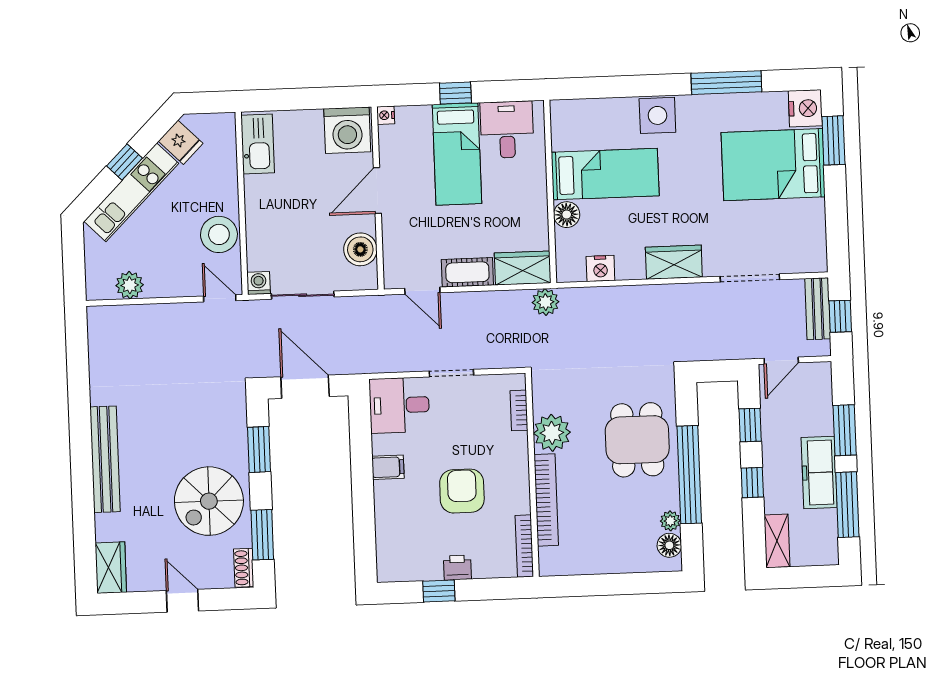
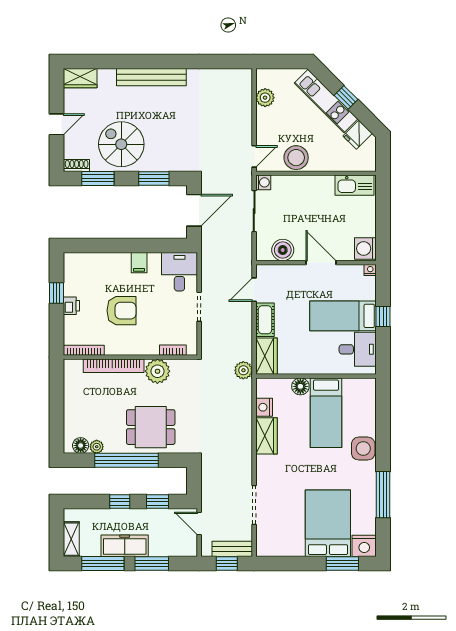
washing machine: (347, 130) -> (365, 248), width x0.73, depth x0.73
wardrobe: (674, 262) -> (266, 436), moved
shelving: (777, 541) -> (71, 539), moved, turned 90

